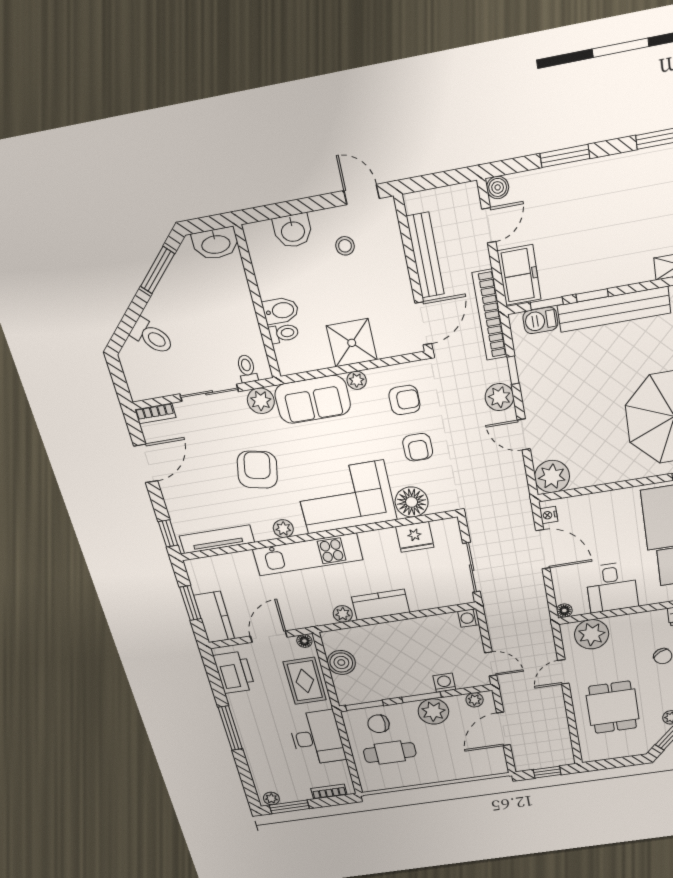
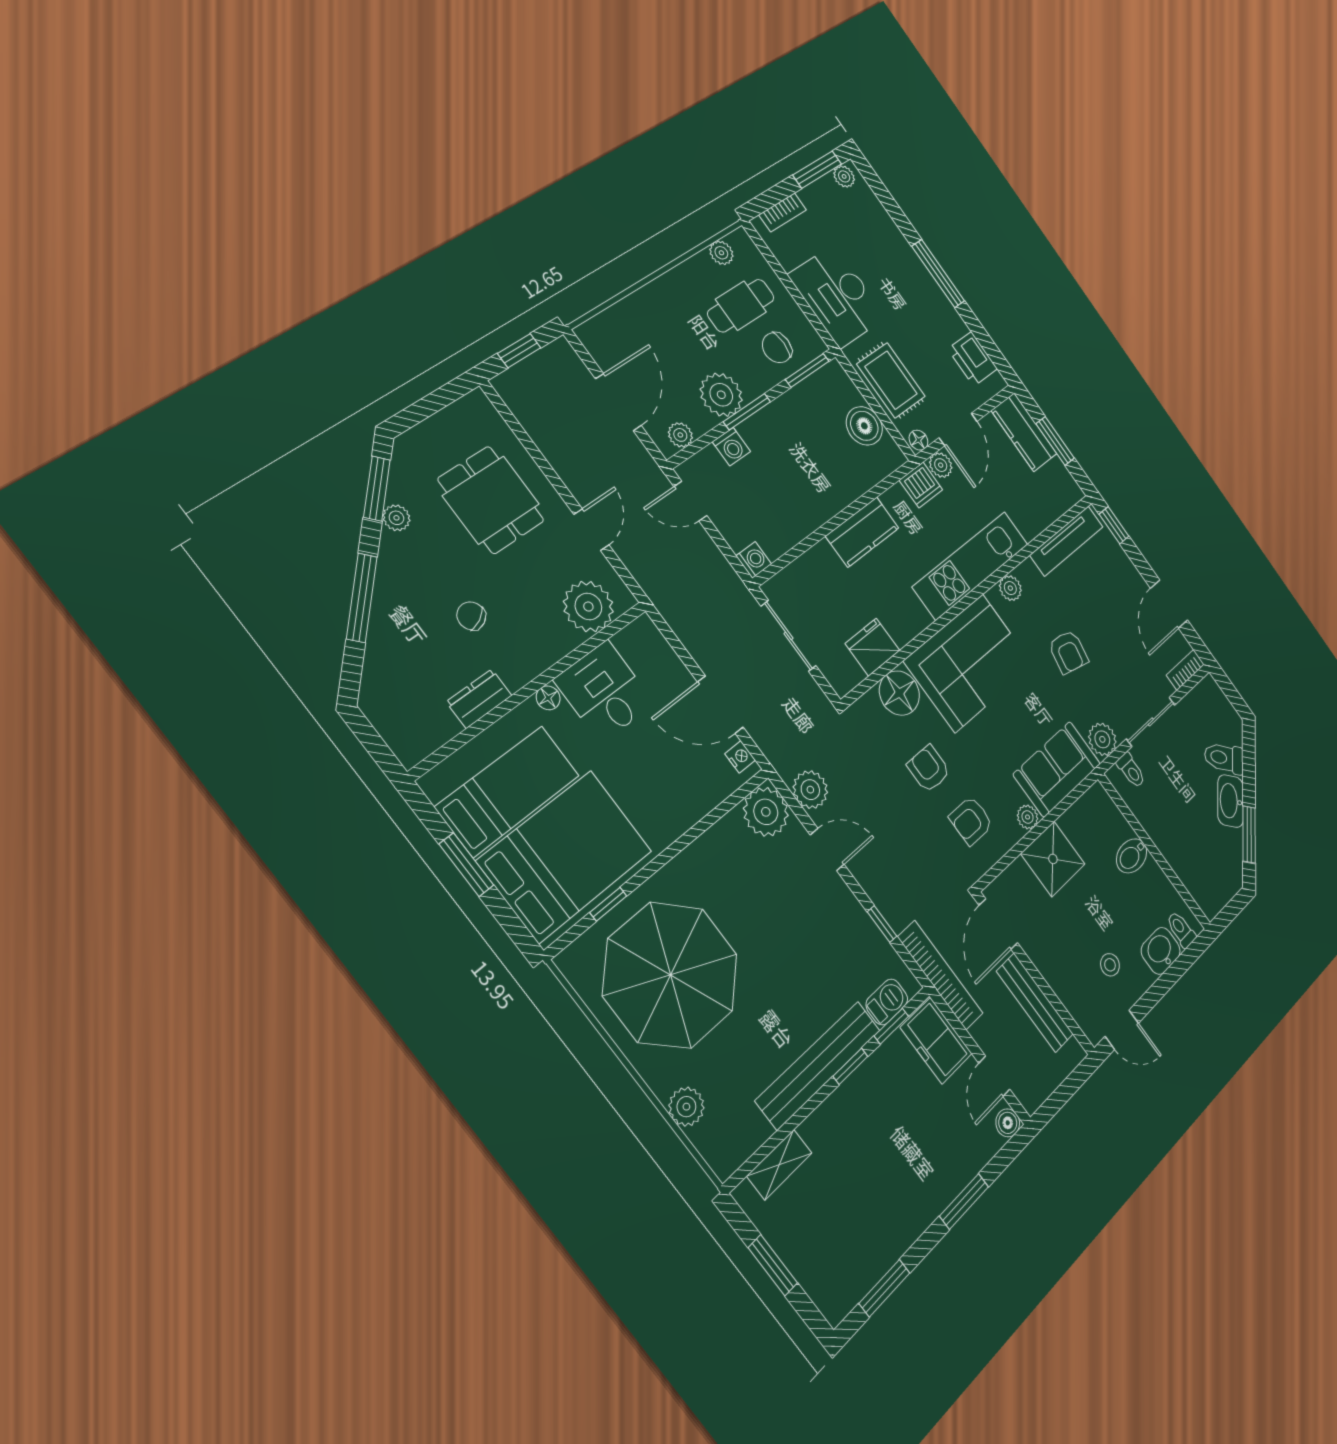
washbasin: (216, 244) -> (1231, 801), moved, turned -45
toilet: (284, 333) -> (1181, 929), moved, turned 90
plant: (499, 397) -> (810, 790), moved
armchair: (257, 470) -> (1068, 652), width x0.72, depth x0.72
floor lamp: (564, 611) -> (548, 698), moved
plant: (343, 614) -> (941, 465), moved
dishwasher: (318, 615) -> (921, 485), added
printer: (234, 672) -> (973, 359), width x0.73, depth x0.84
chair: (379, 724) -> (777, 348), turned 180
plant: (386, 783) -> (721, 253), added

